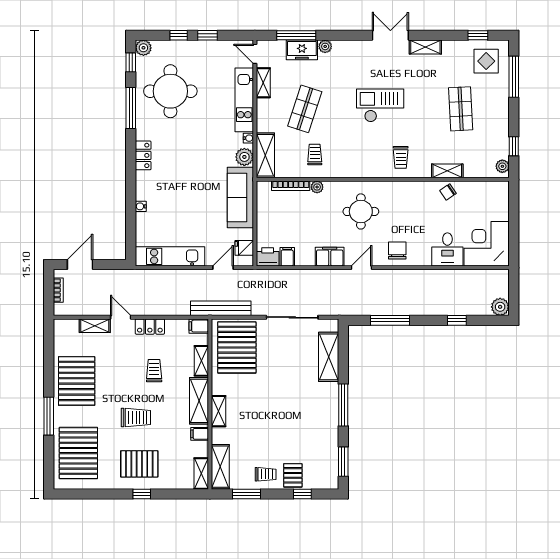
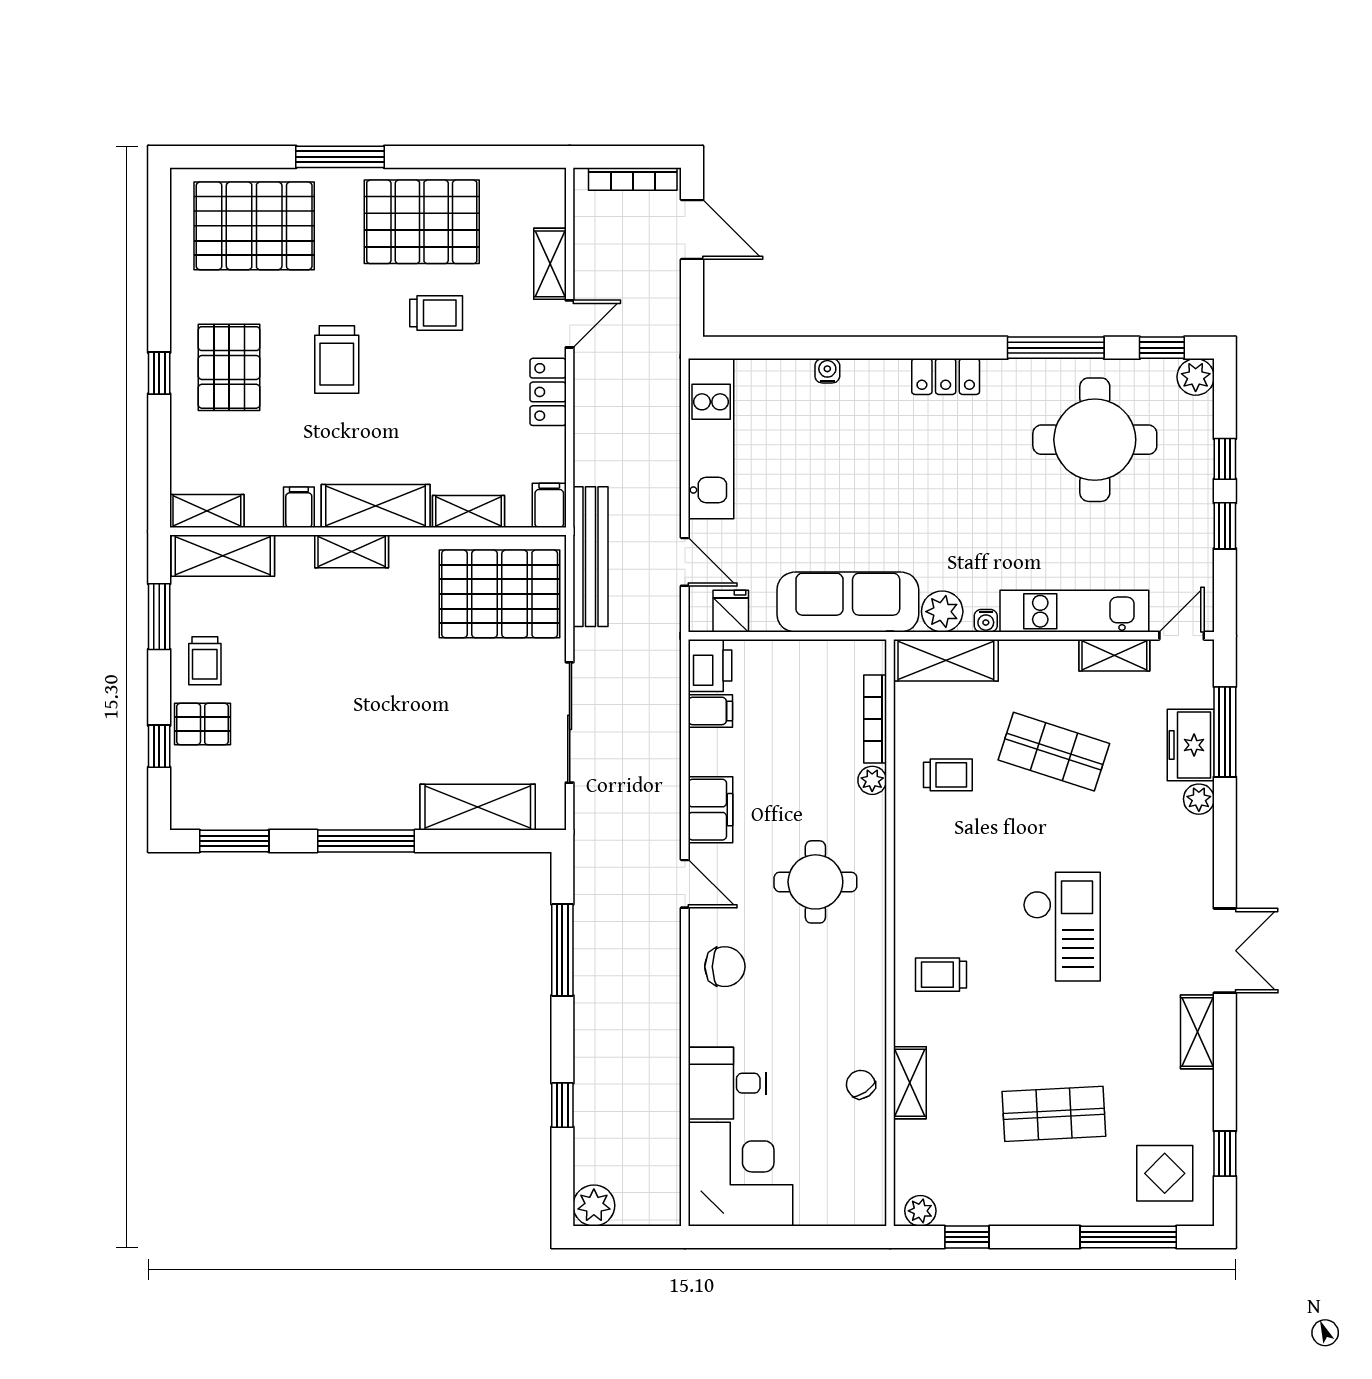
bookcase: (58, 290) -> (633, 179), width x1.56
trolley: (154, 371) -> (436, 313), moved

